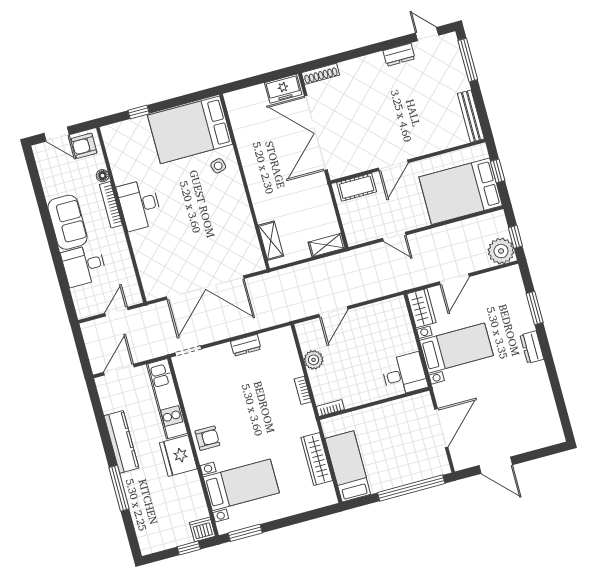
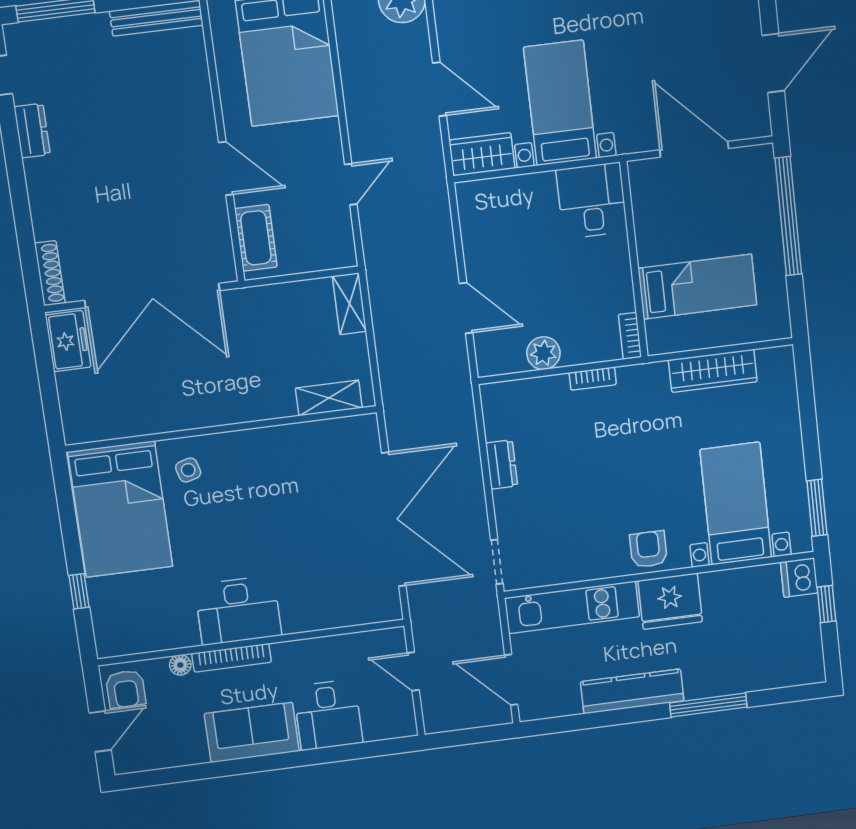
bed: (348, 466) -> (697, 287), moved, turned 180

